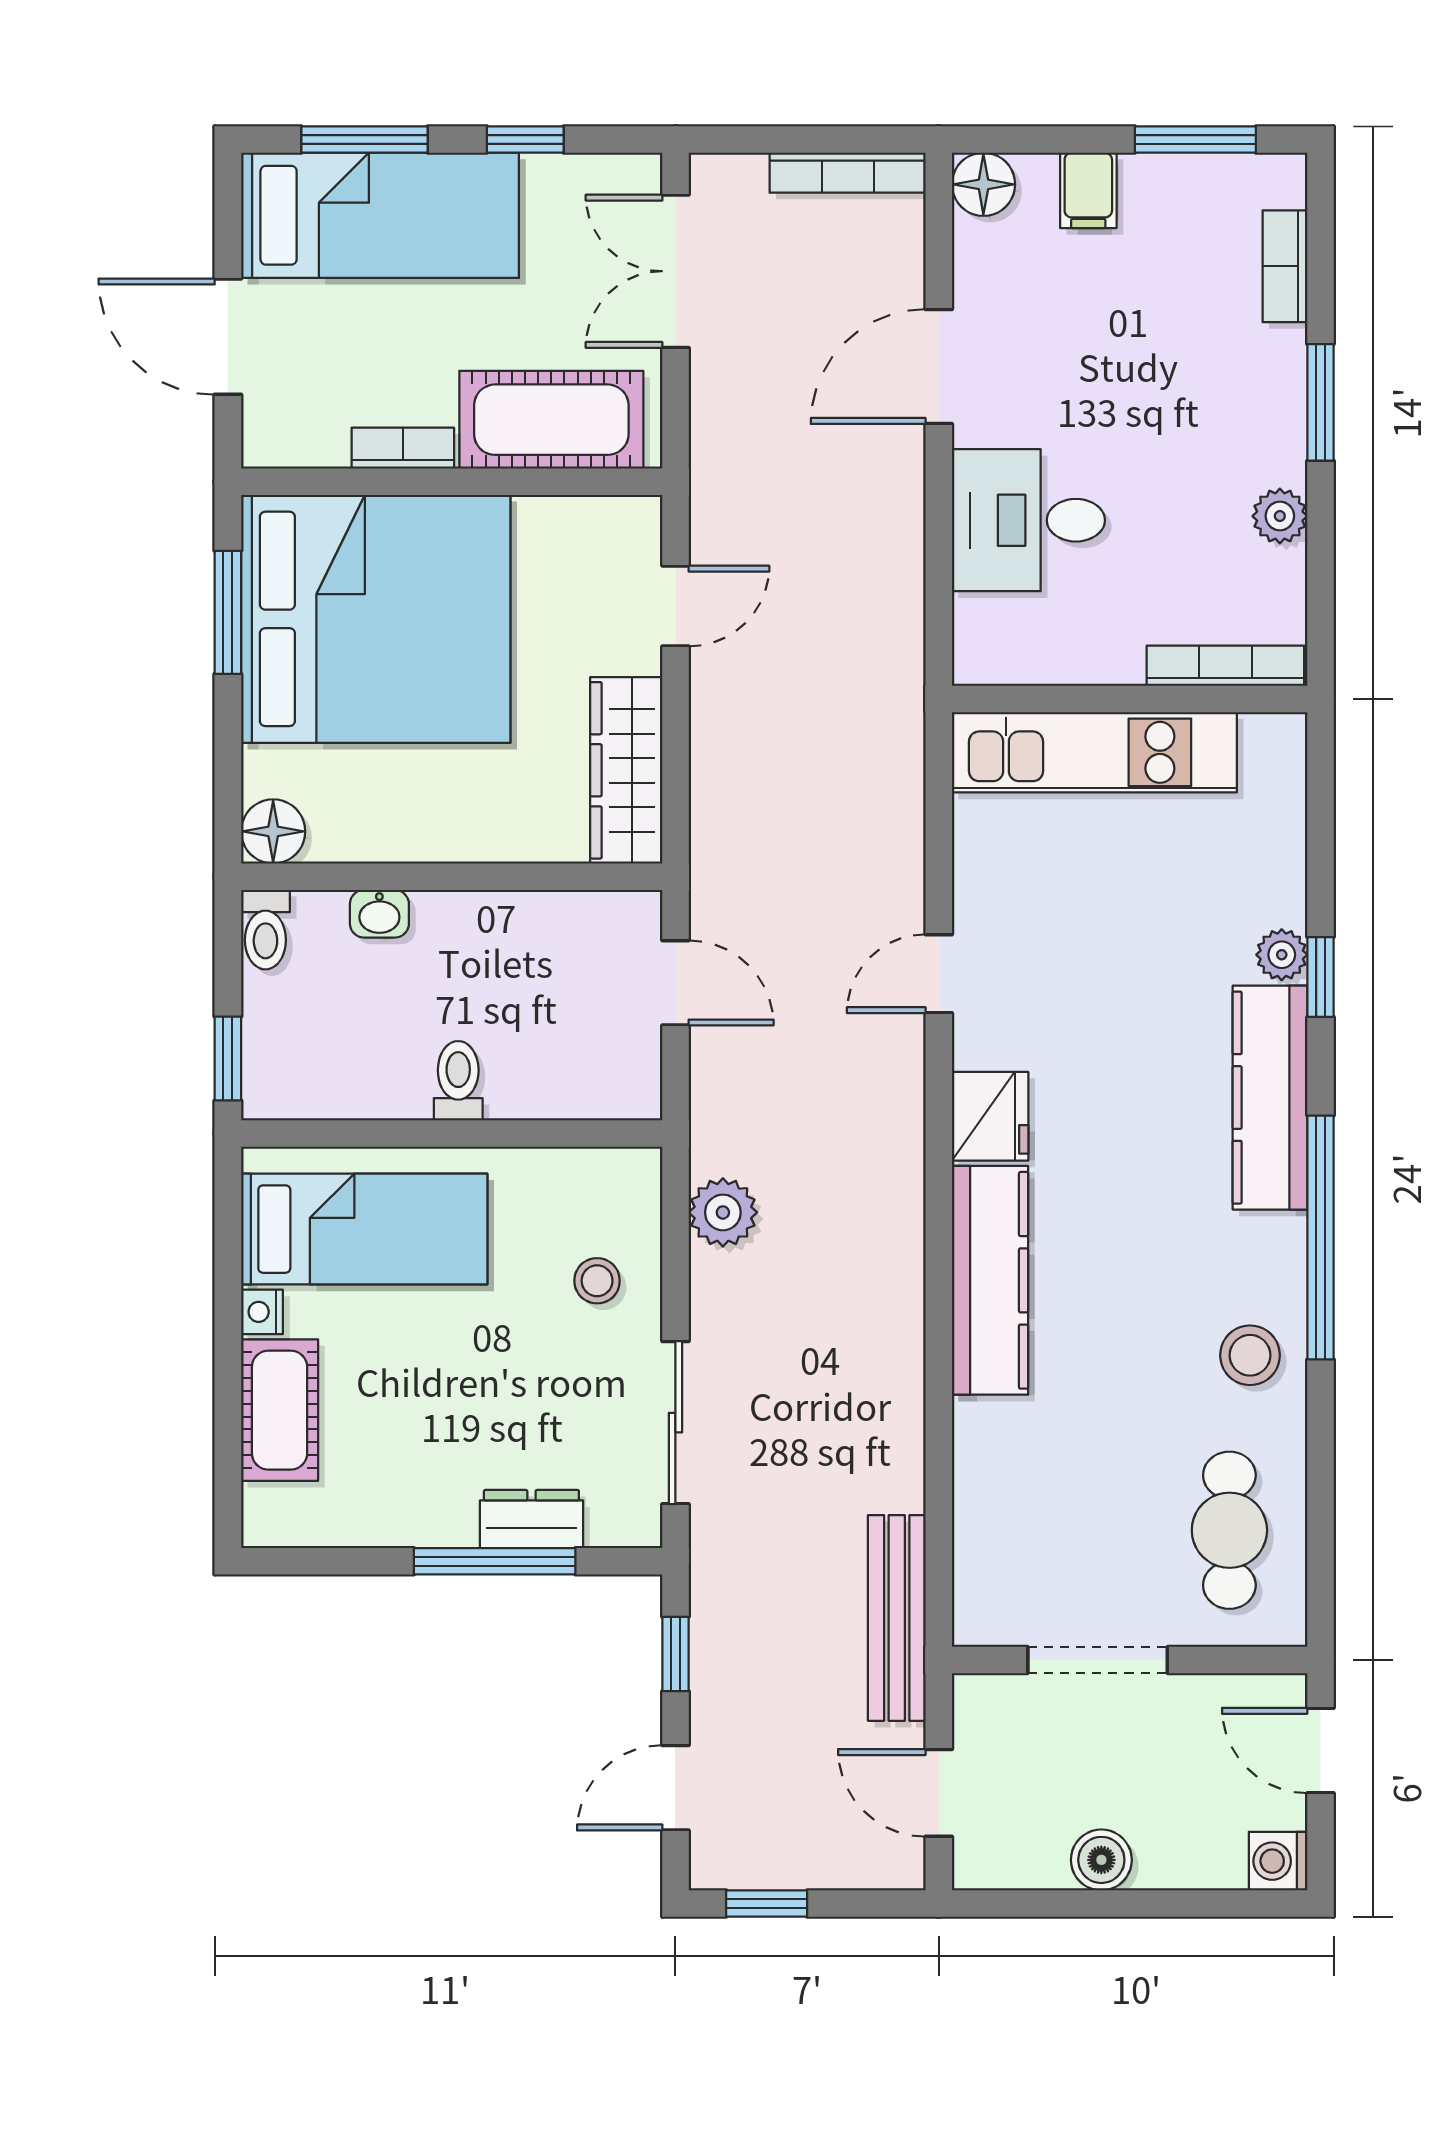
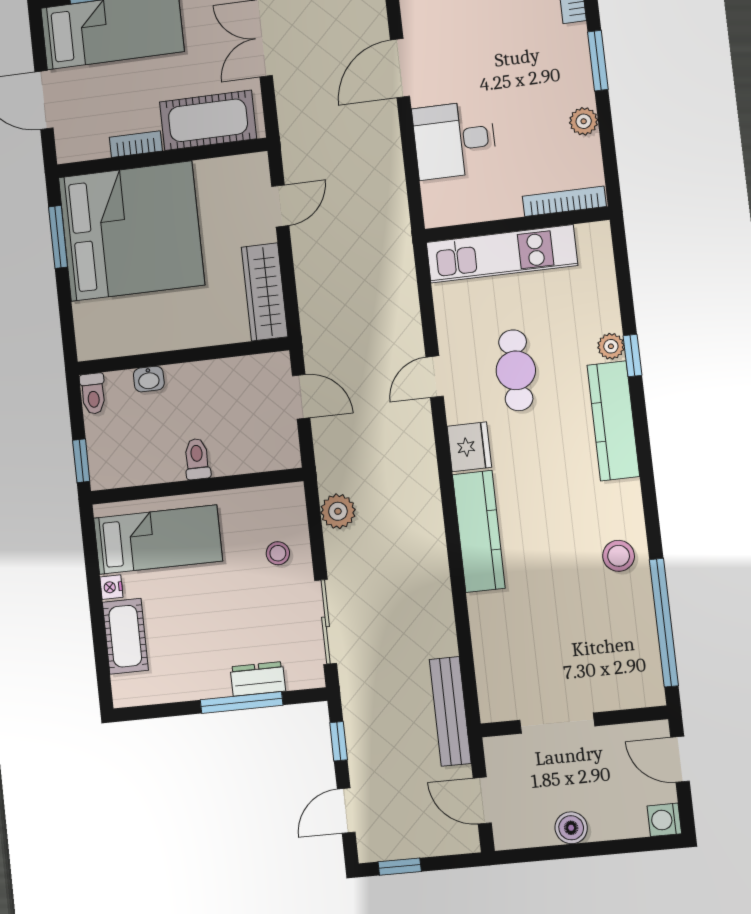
floor lamp: (273, 831) -> (92, 344), removed
window: (1320, 1237) -> (664, 623), moved
cafe table: (1229, 1530) -> (516, 370), moved

